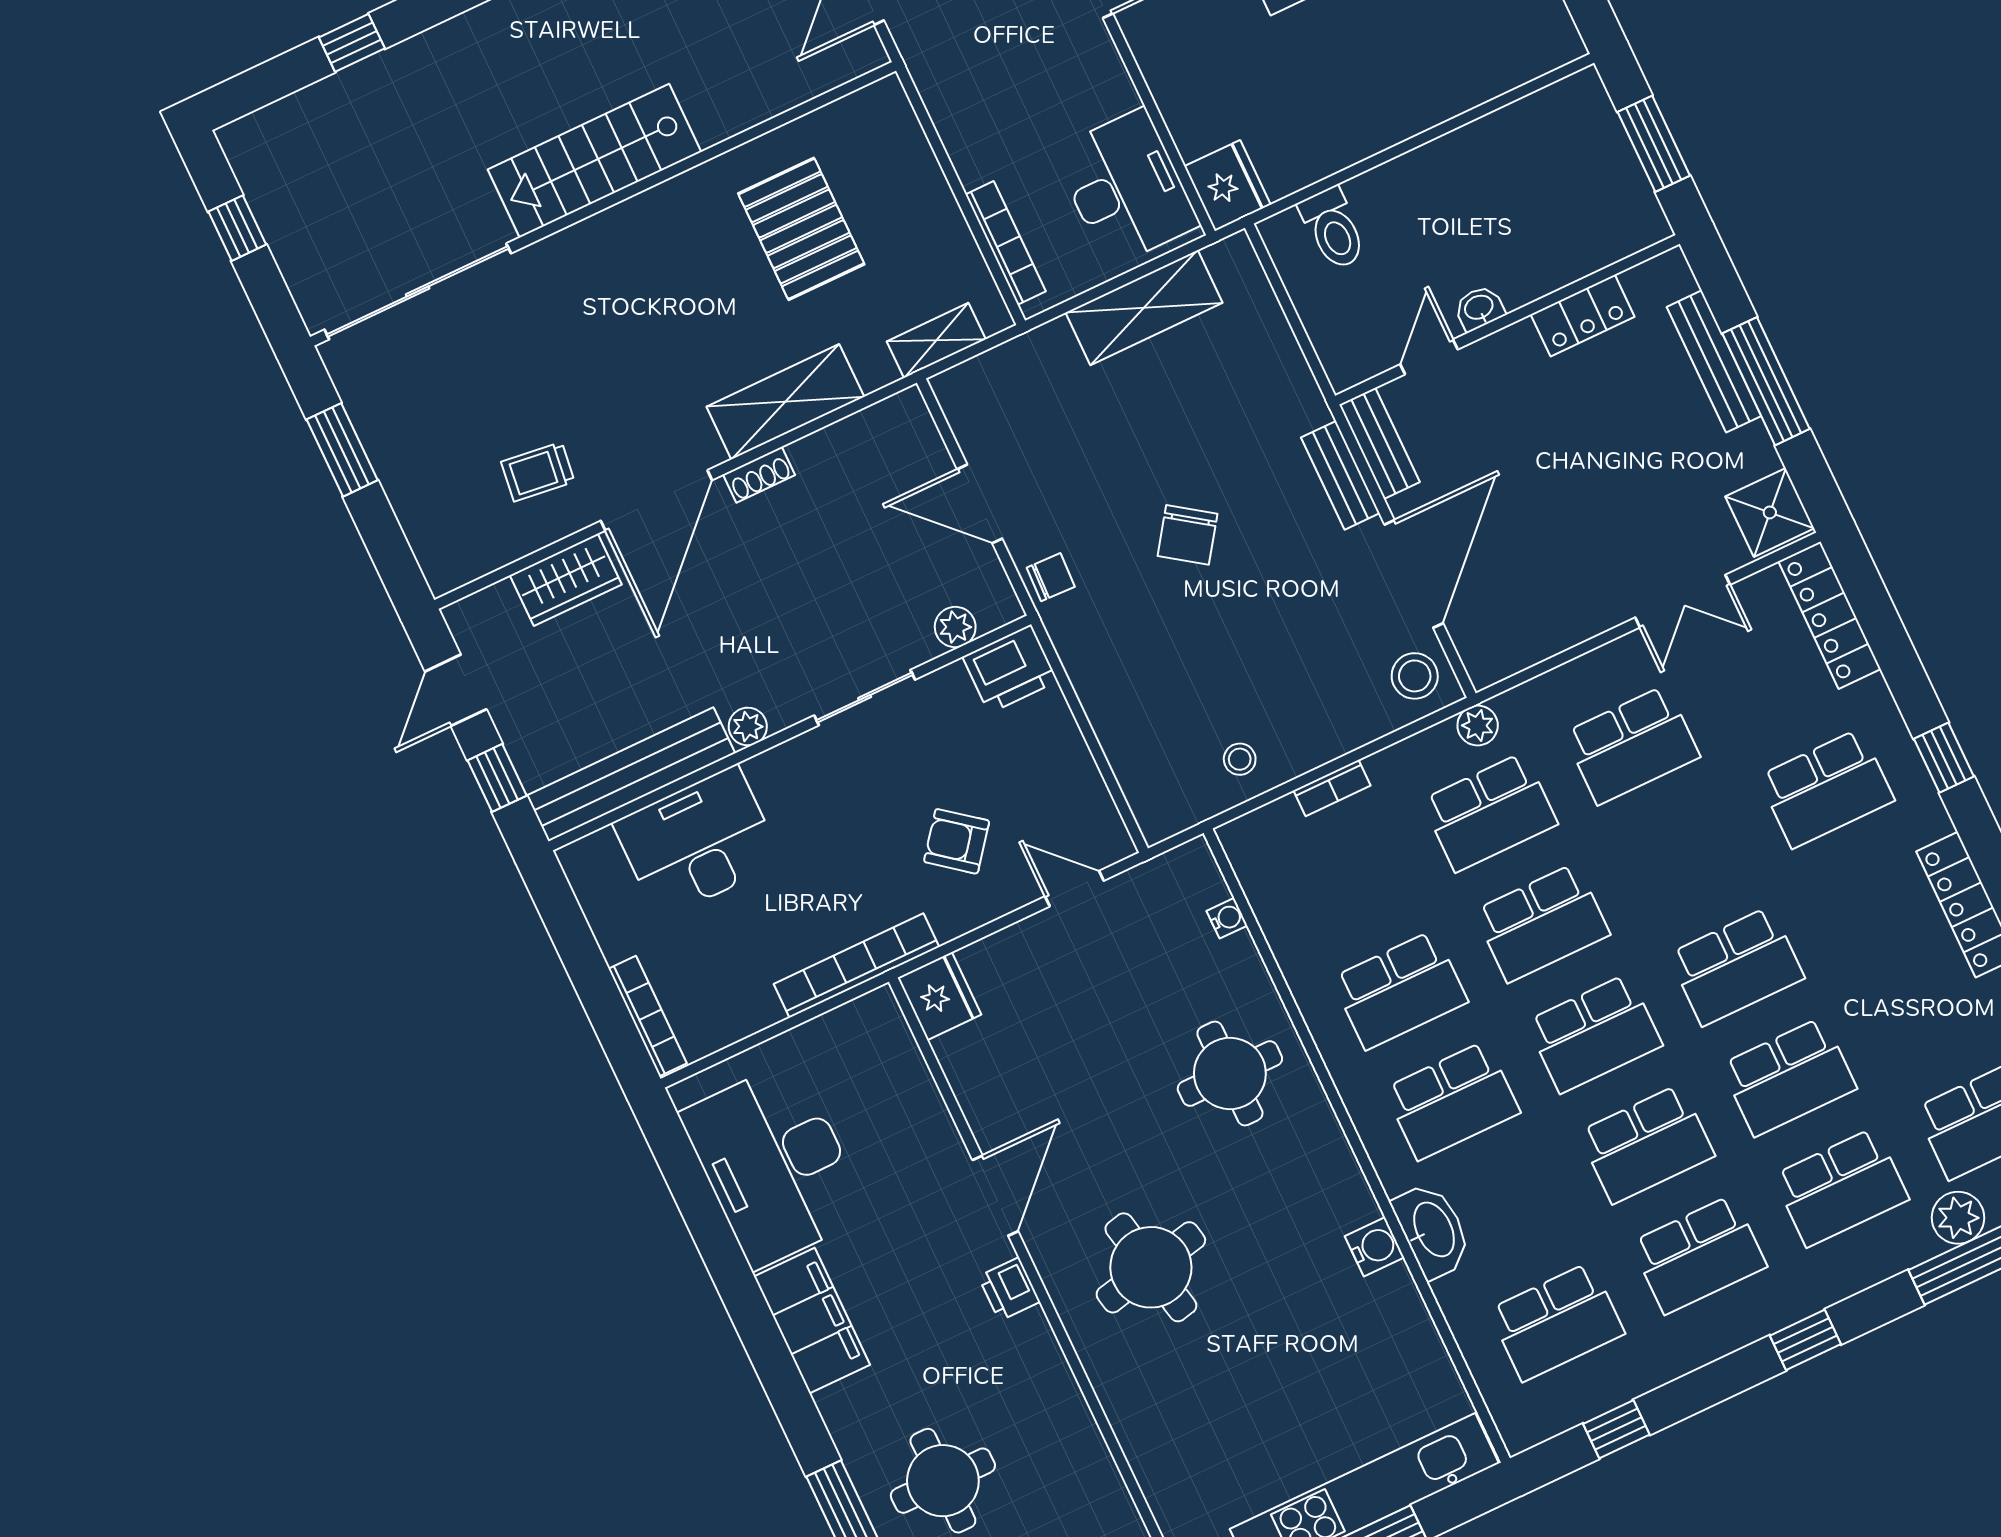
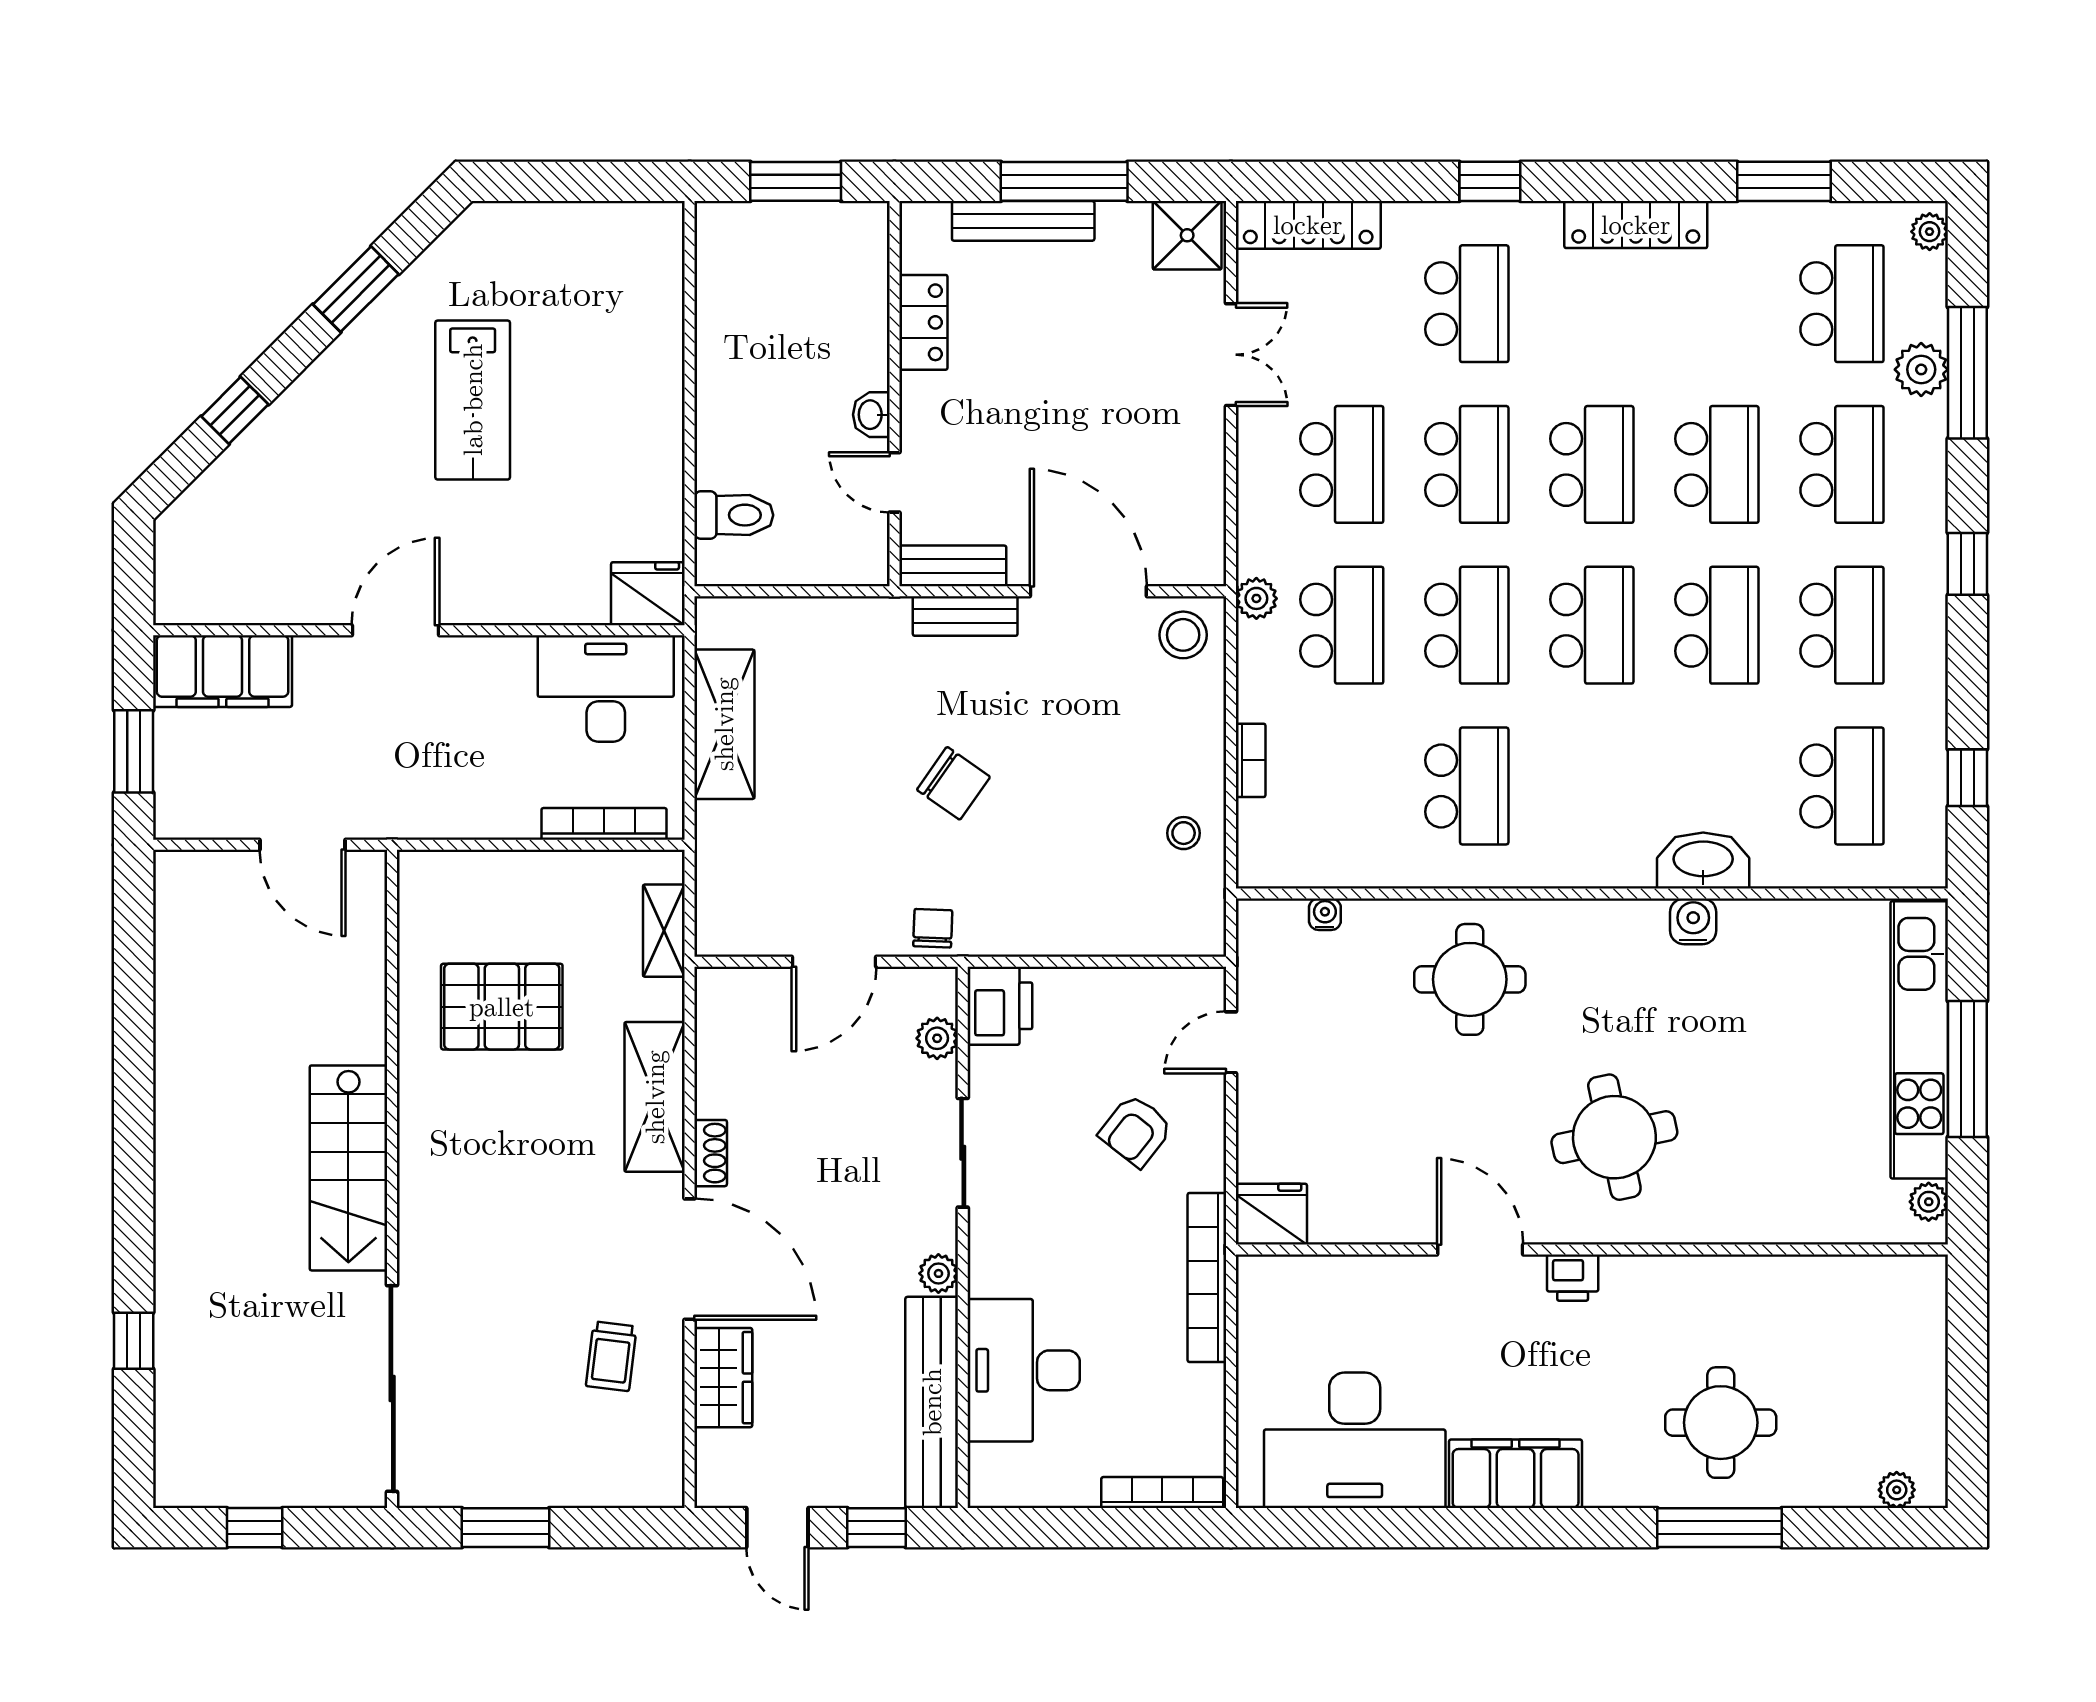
school desk: (1452, 1101) -> (1467, 464), moved

